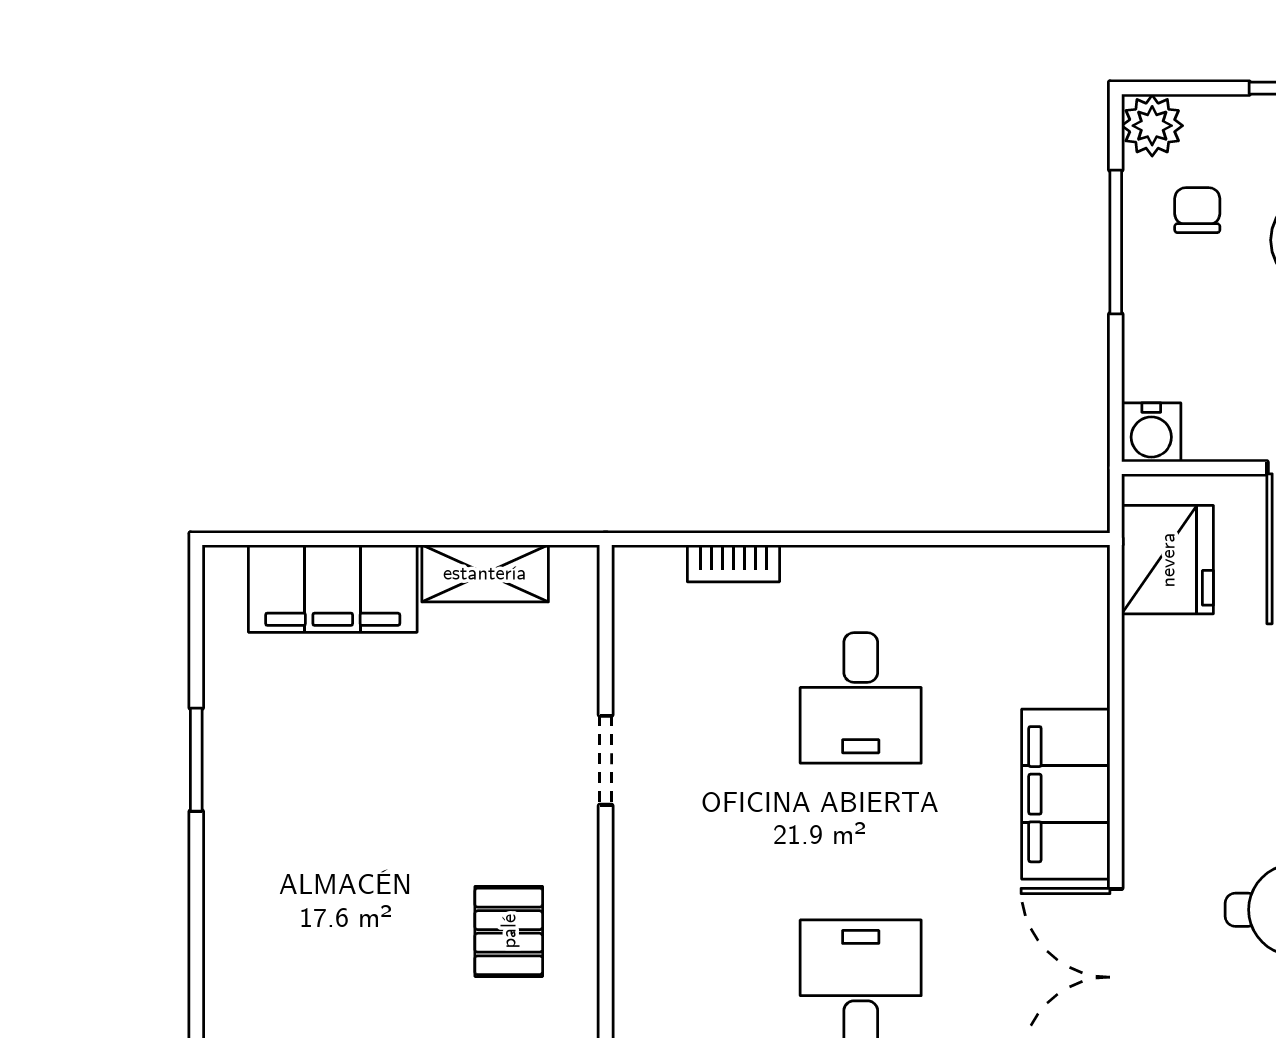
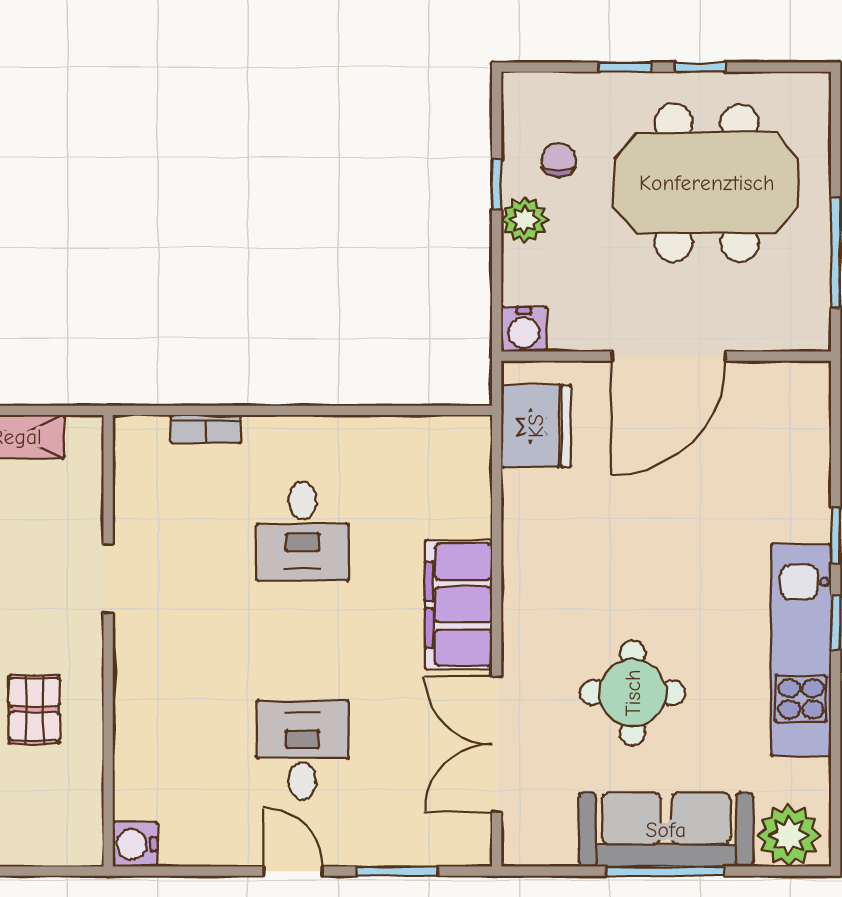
plant: (1152, 126) -> (524, 220), moved
window: (1116, 242) -> (497, 184), width x0.46

